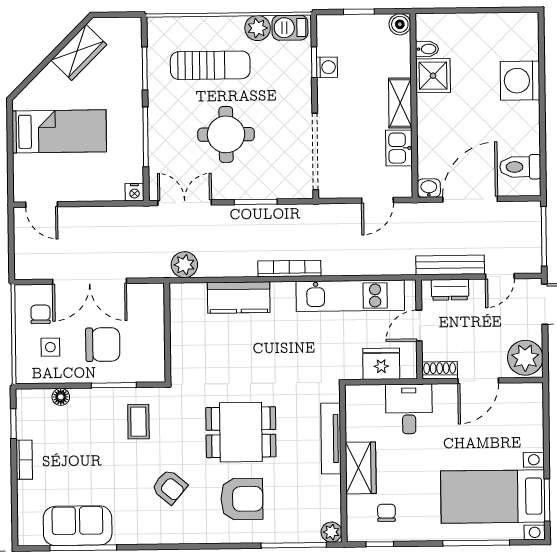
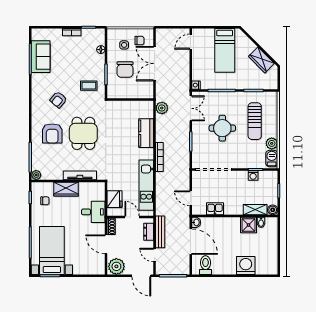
shelving: (400, 103) -> (255, 210), moved

